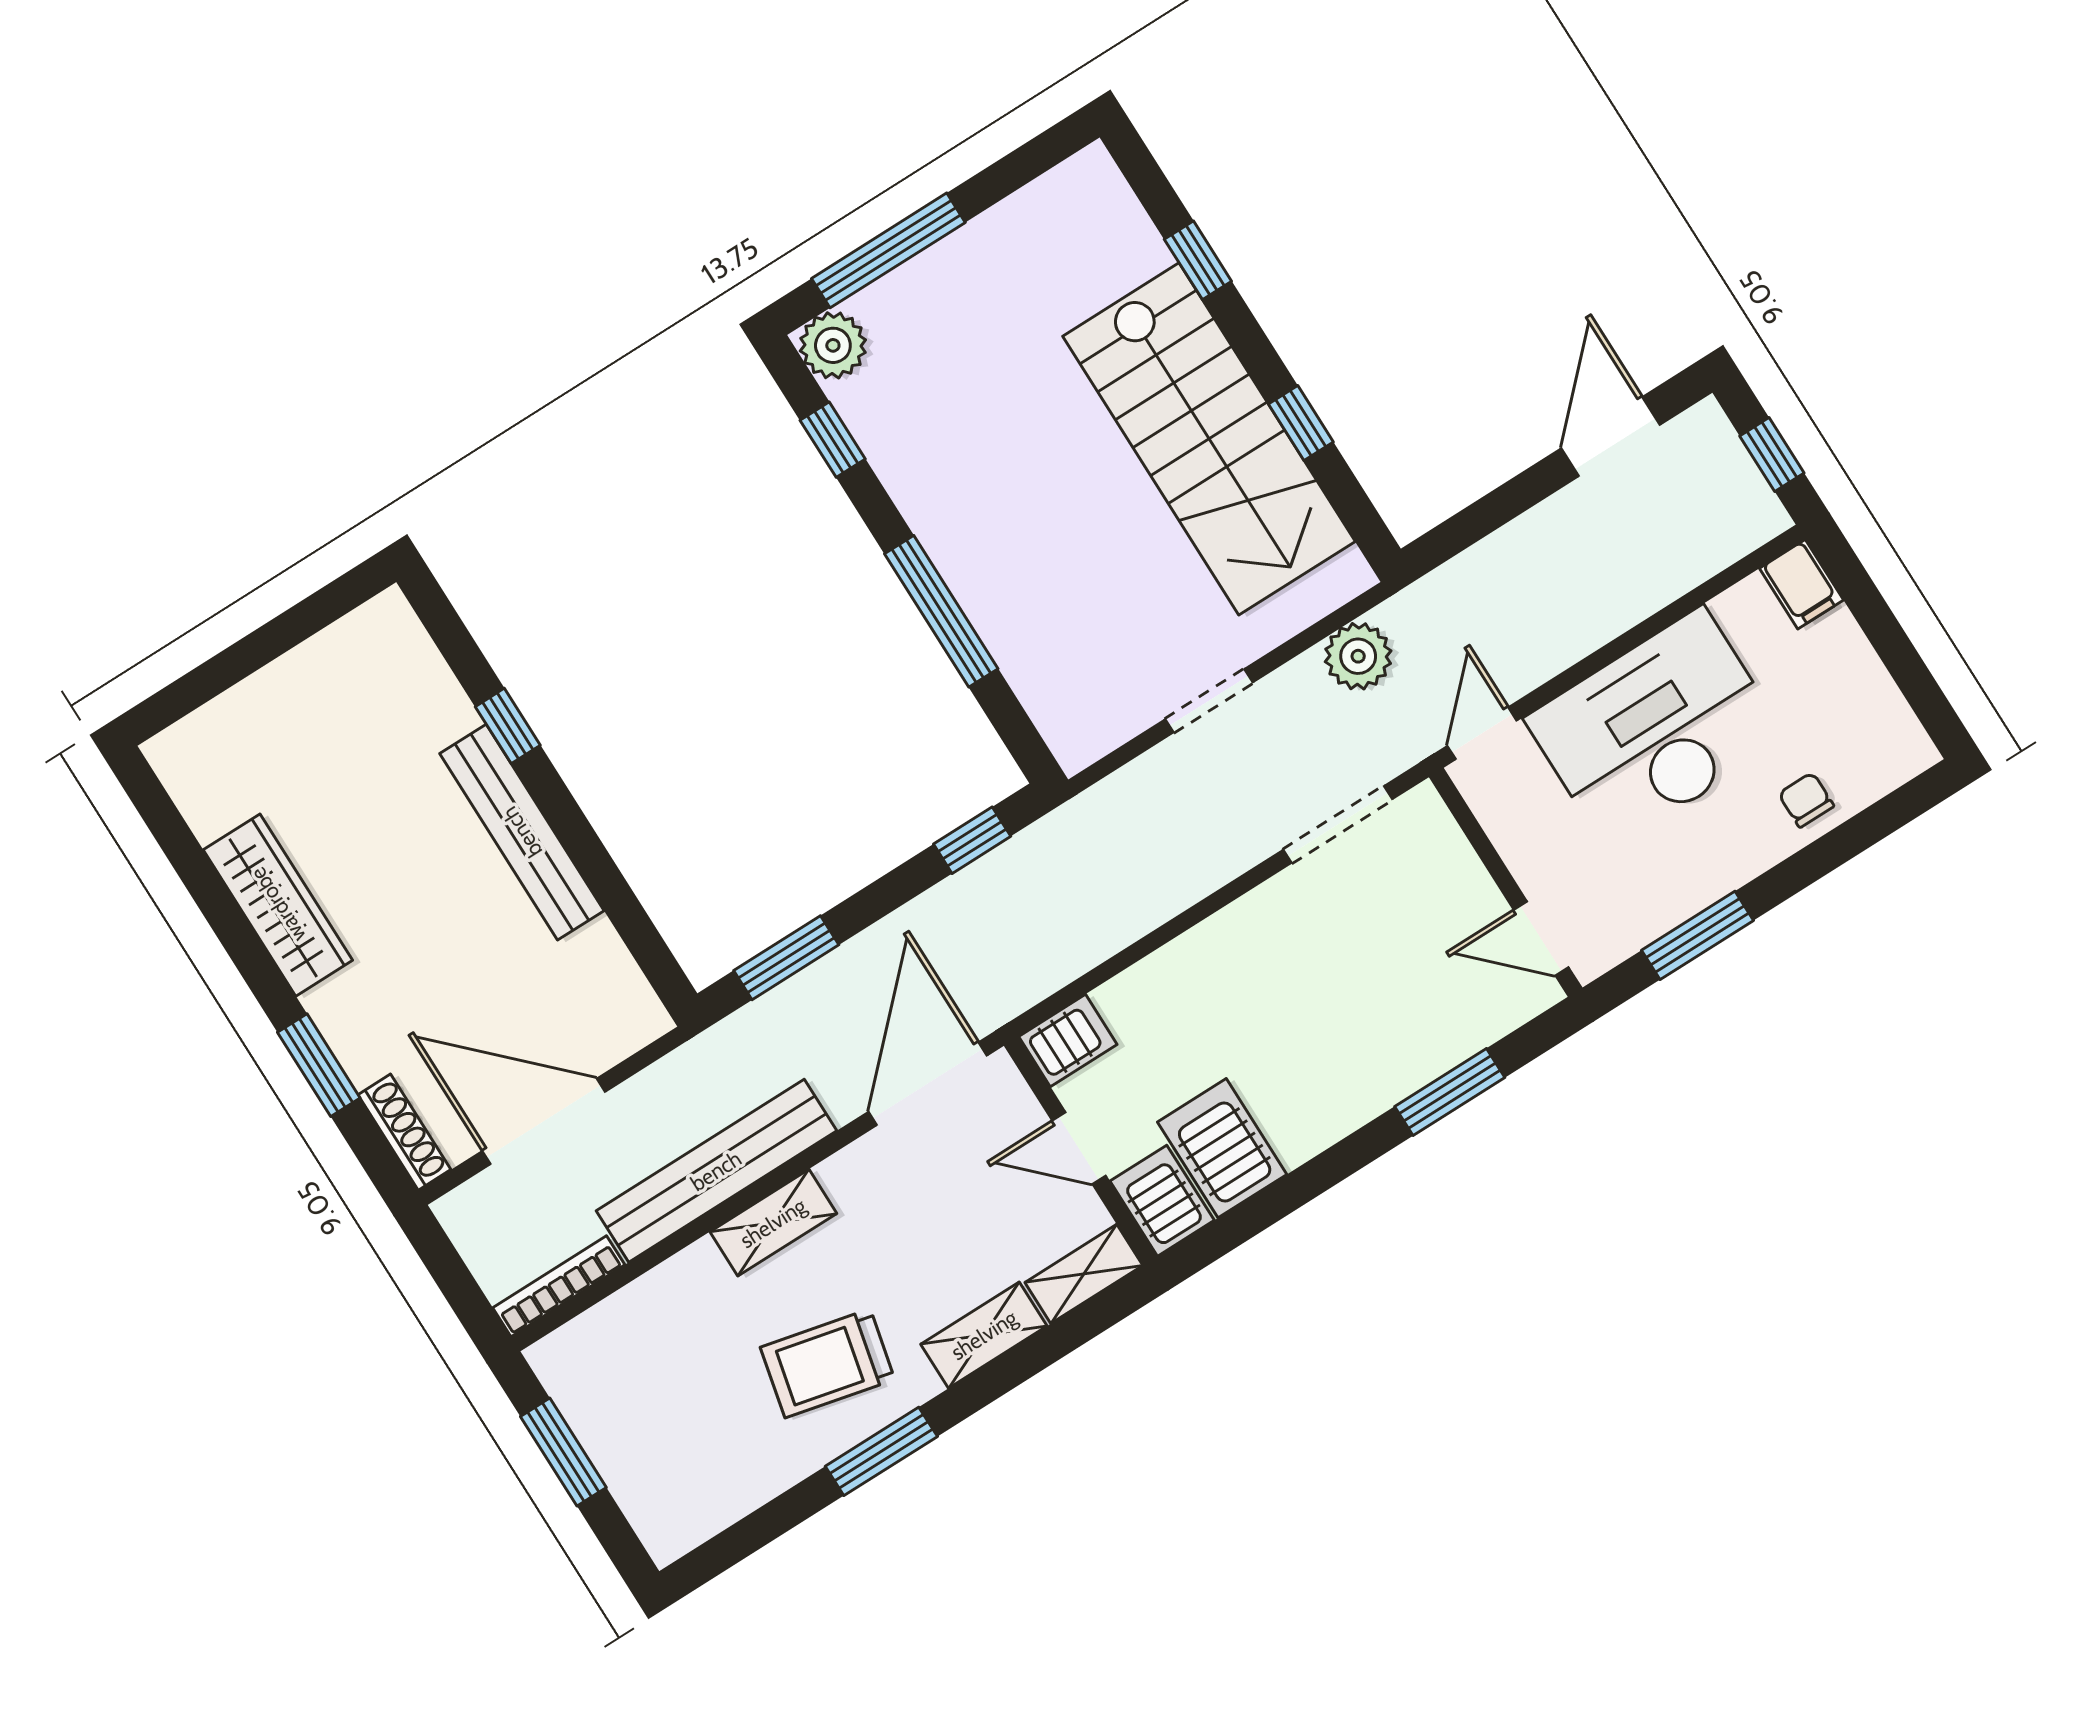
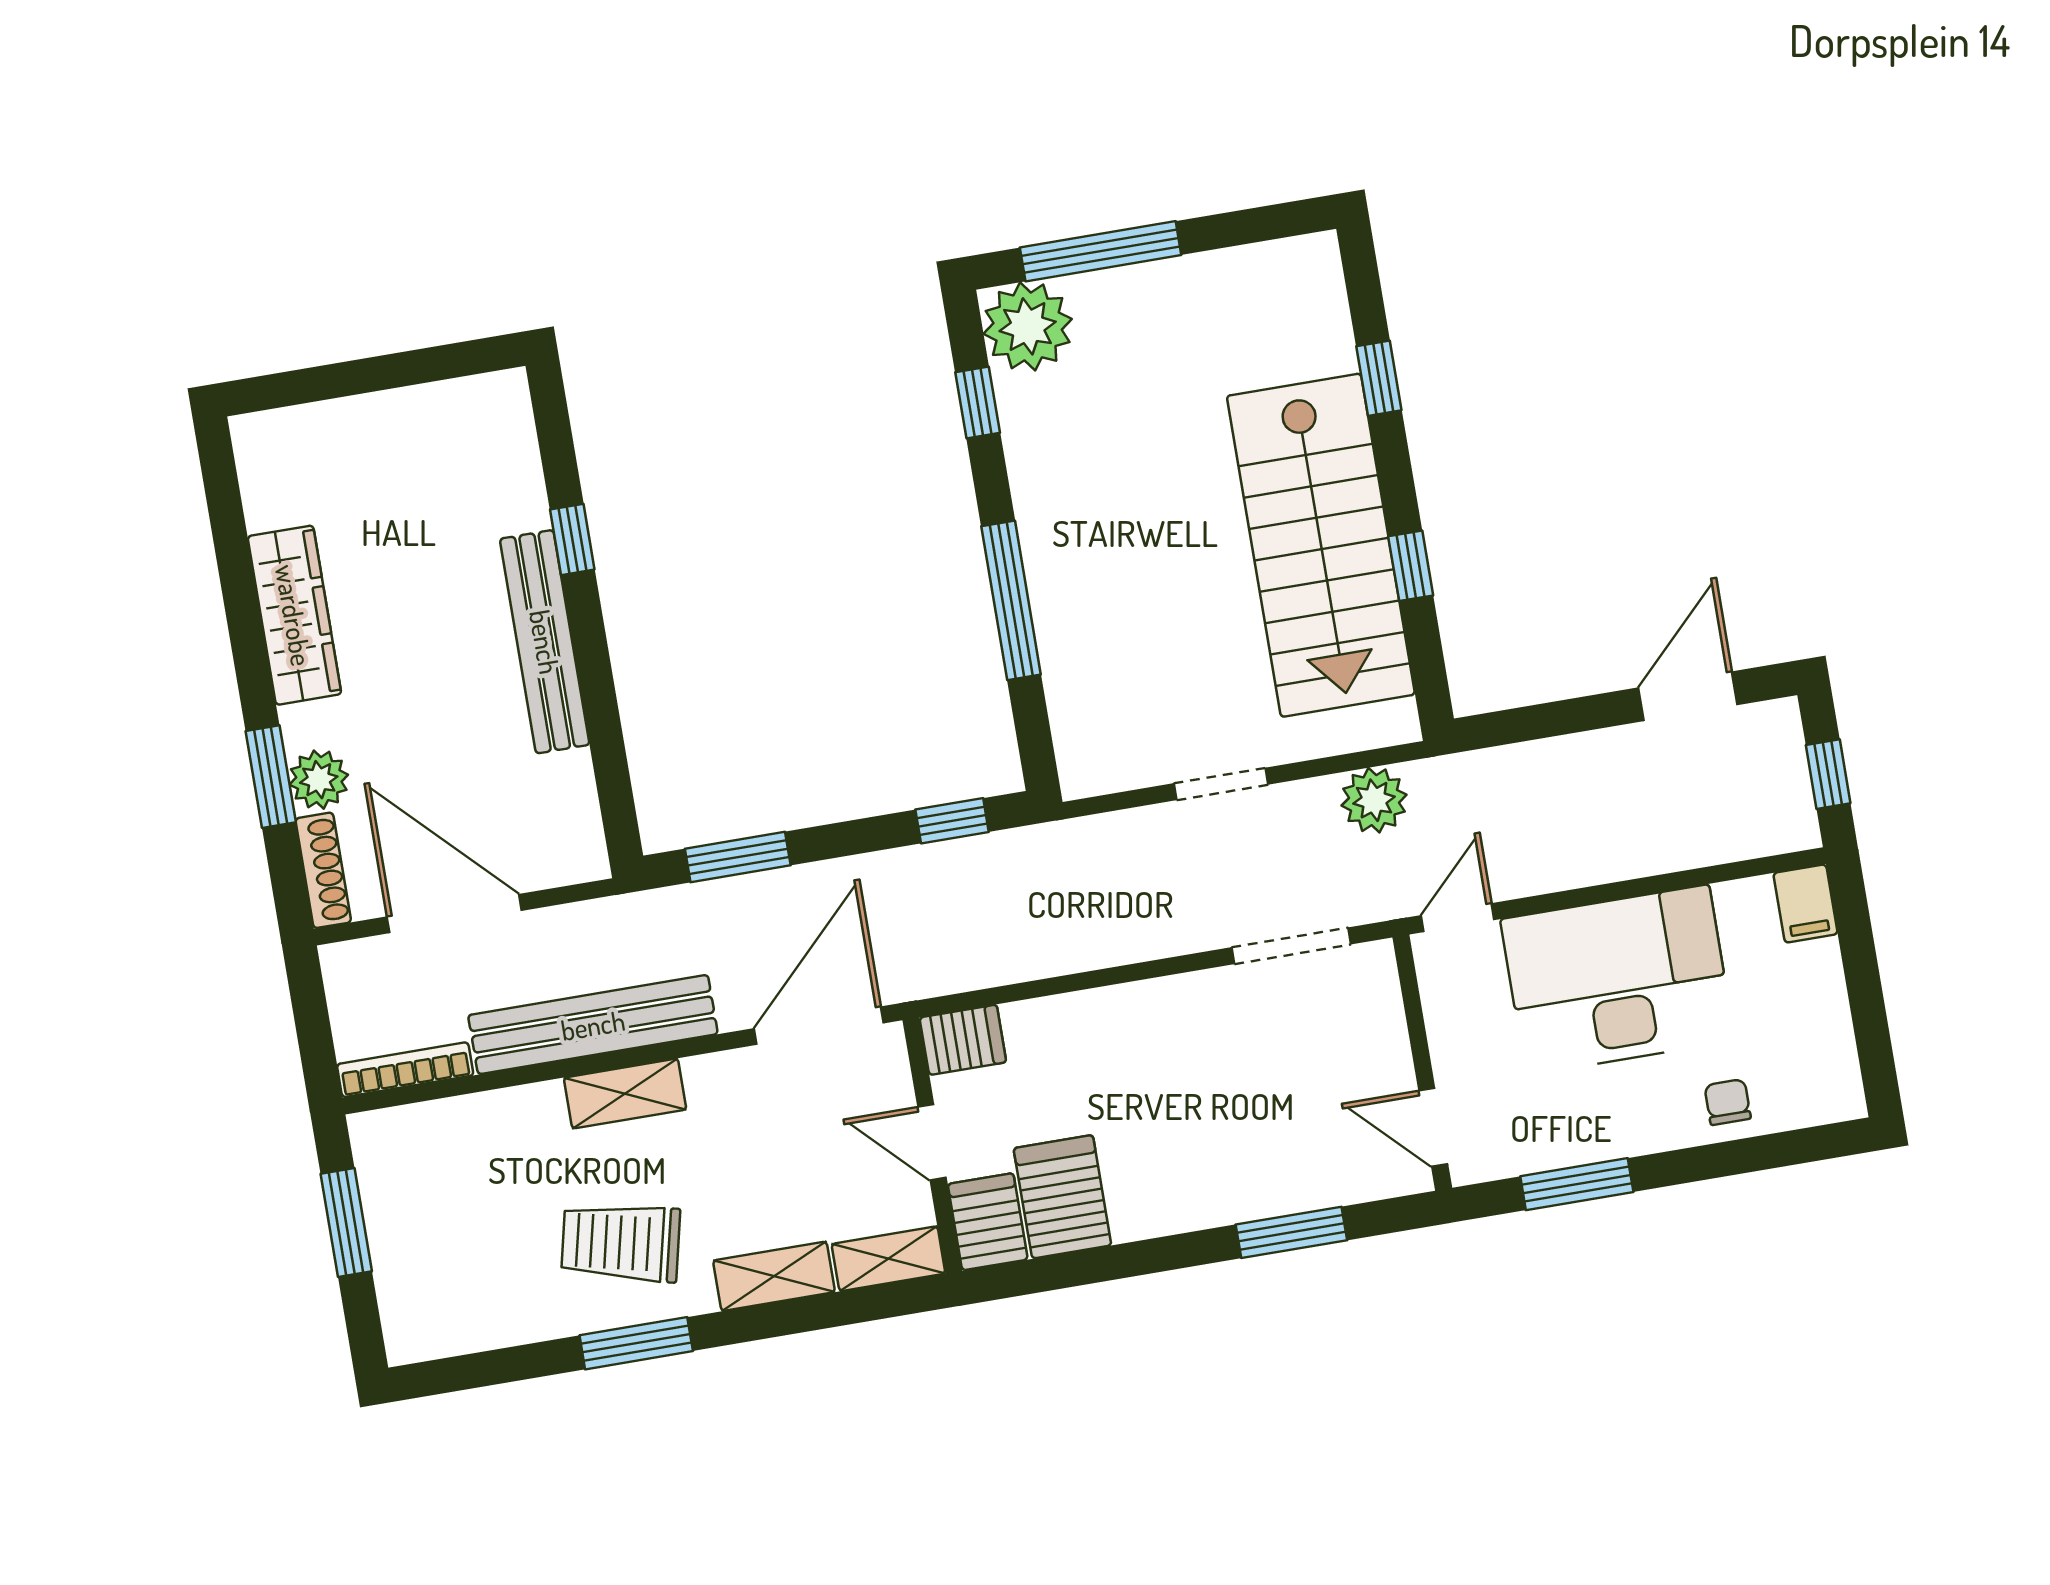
plant: (833, 345) -> (1028, 326), width x1.36, depth x1.36
plant: (365, 1049) -> (319, 780), added

